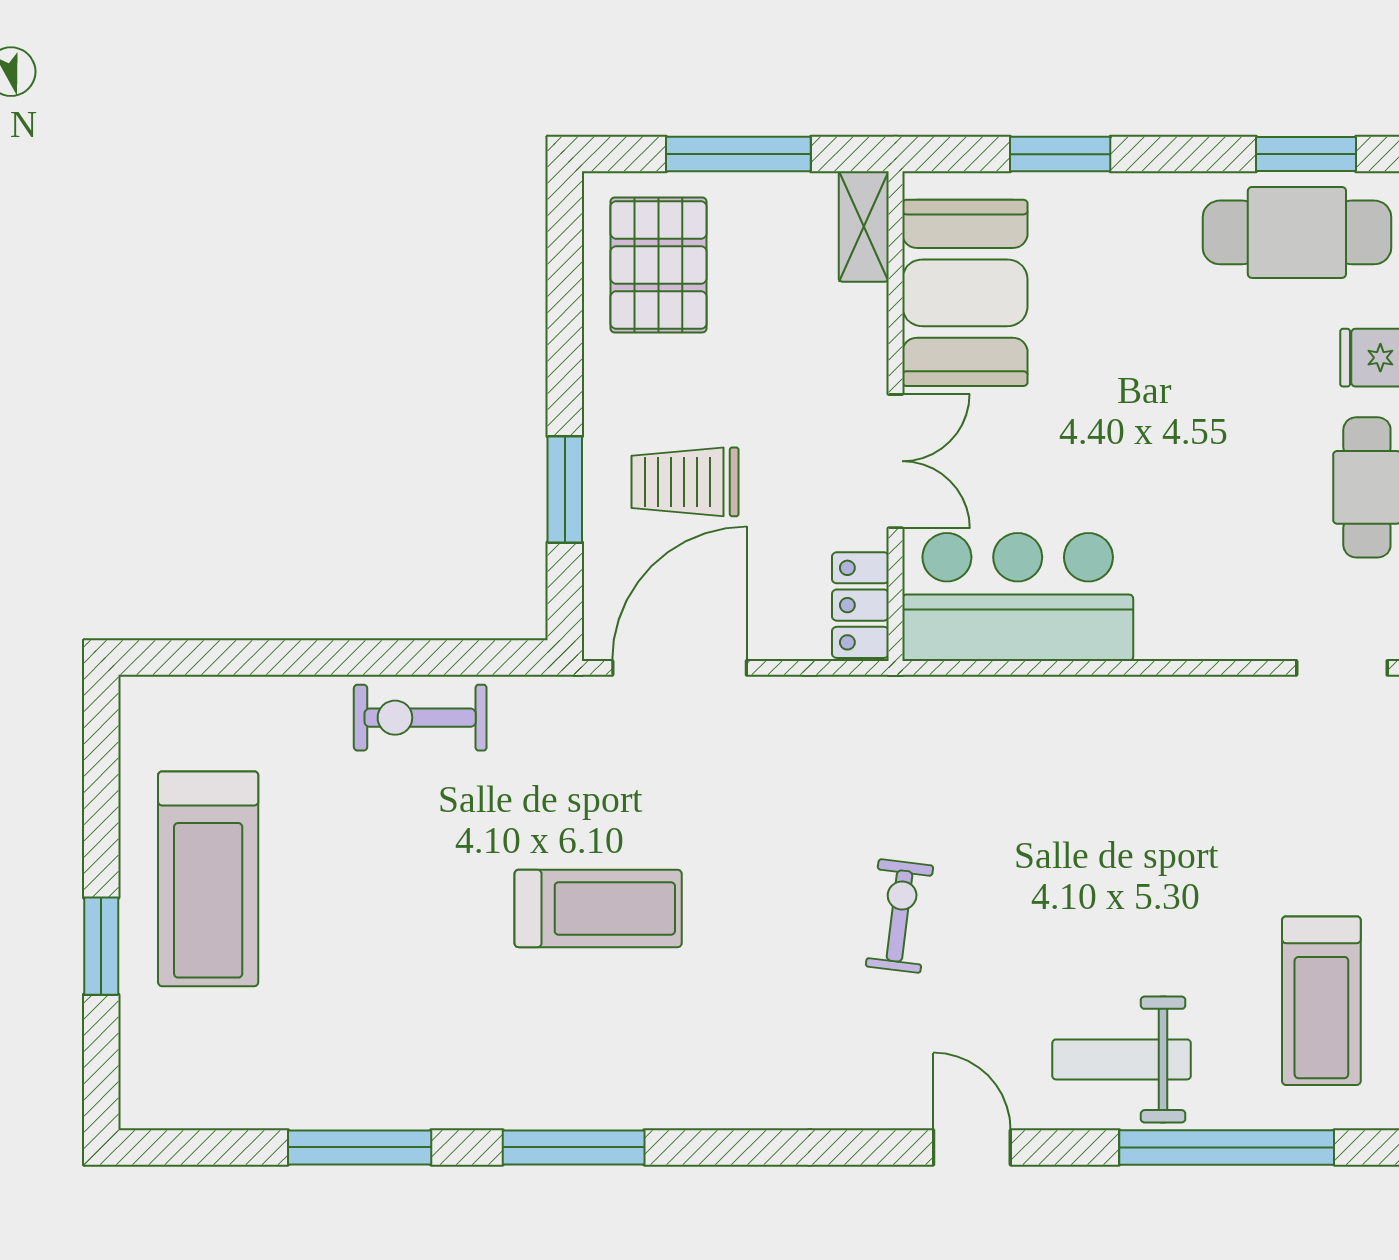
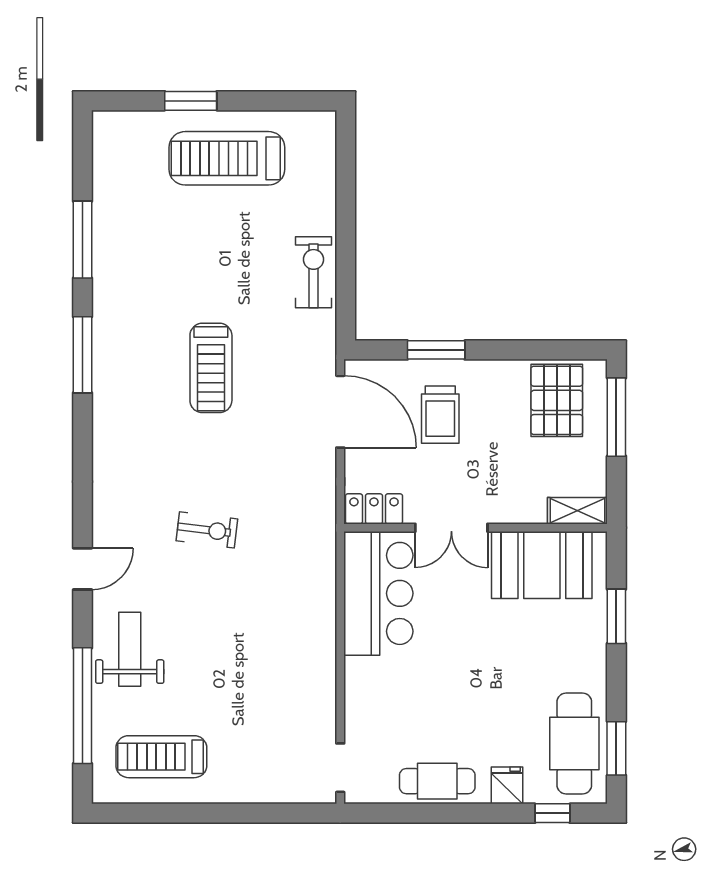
window: (738, 154) -> (616, 417), moved
pallet: (659, 265) -> (557, 400), turned 90
trolley: (685, 482) -> (440, 415), turned 180

